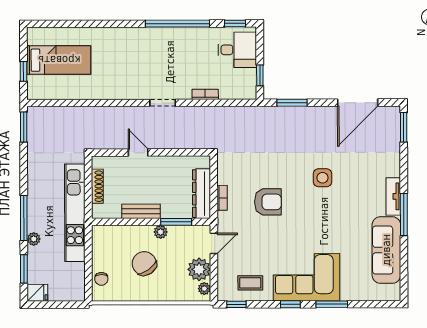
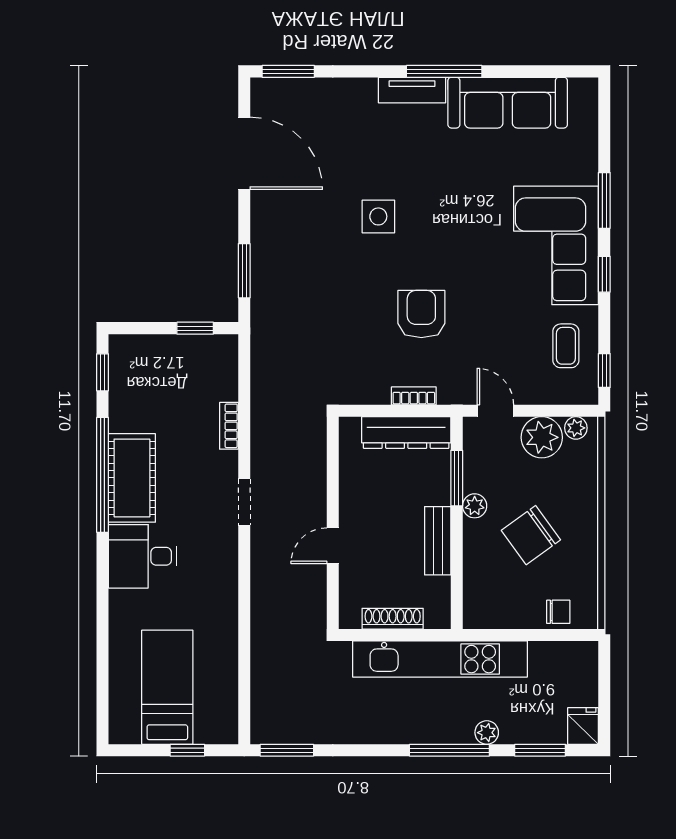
cot: (176, 40) -> (132, 478), added
desk: (237, 50) -> (143, 556), moved, turned -90

